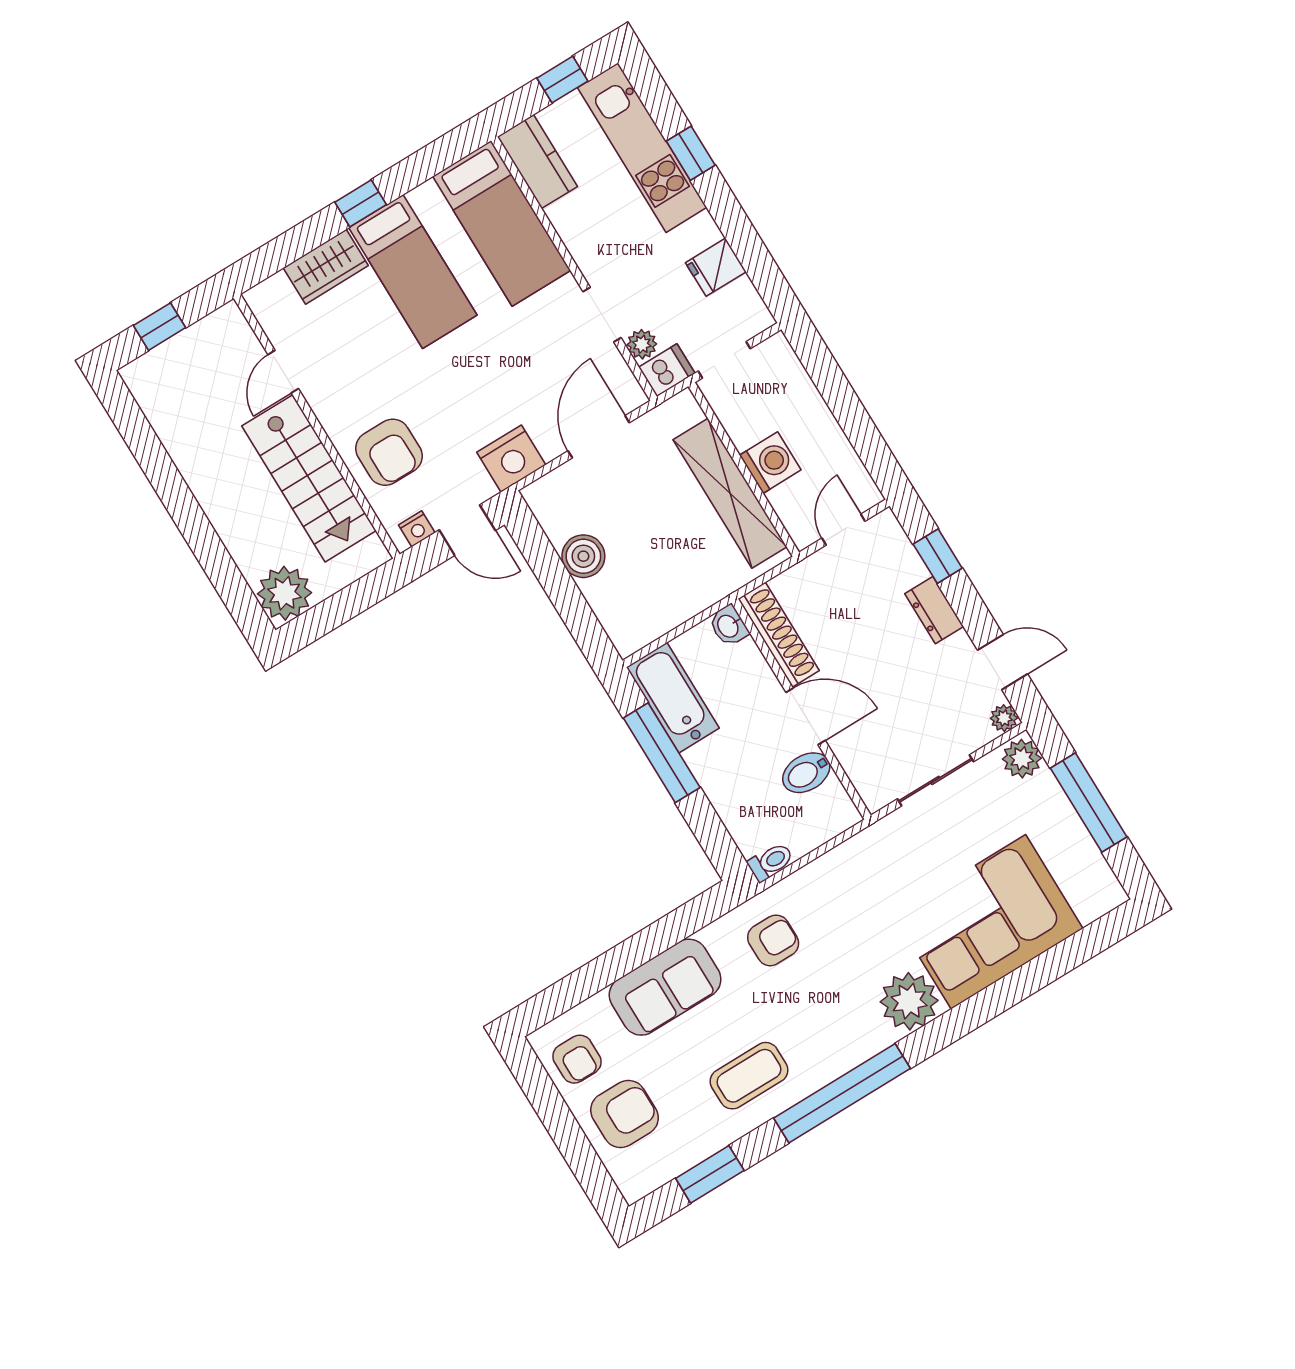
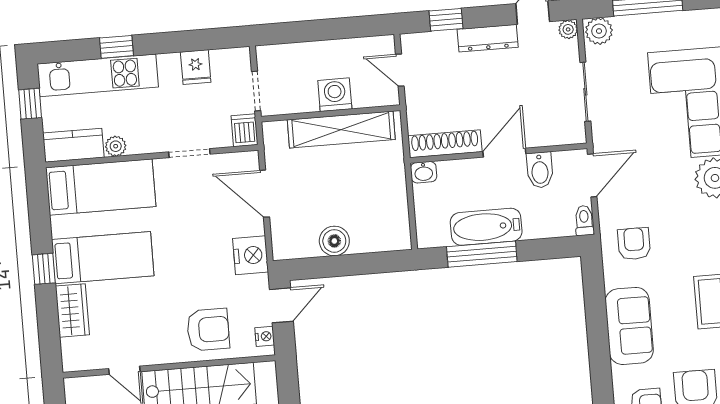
plant: (642, 344) -> (116, 146), moved
dresser: (934, 610) -> (488, 38), width x1.44
bathtub: (673, 698) -> (486, 227), moved
door: (833, 843) -> (592, 175), added

